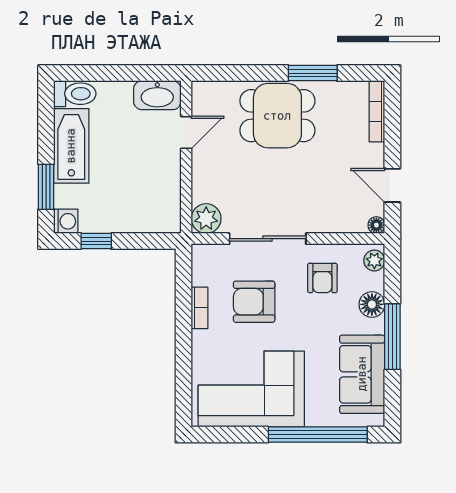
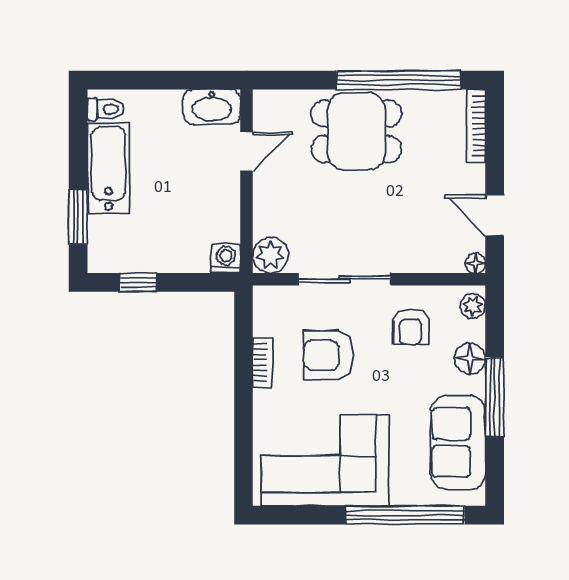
window: (313, 73) -> (399, 80), width x2.11
toilet: (75, 94) -> (106, 109), width x0.73, depth x0.72
washing machine: (66, 221) -> (226, 259), moved, turned -90

